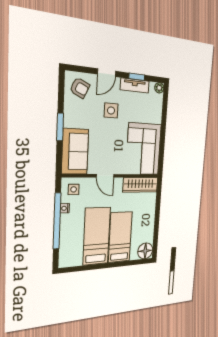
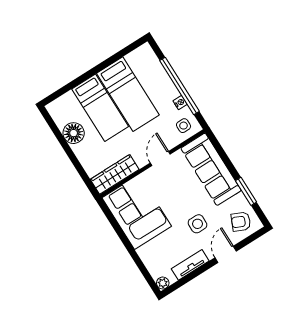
window: (137, 77) -> (194, 274), removed
window: (60, 127) -> (246, 191), moved
sofa: (75, 151) -> (211, 169), width x1.36
door: (105, 176) -> (160, 159), hinge flipped
floor lamp: (145, 251) -> (74, 133), moved

